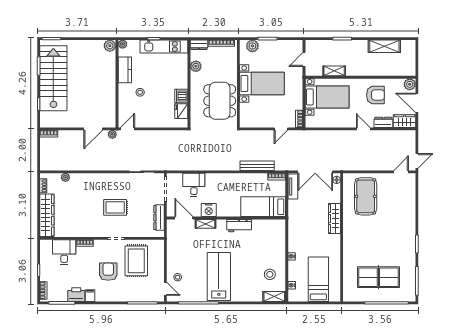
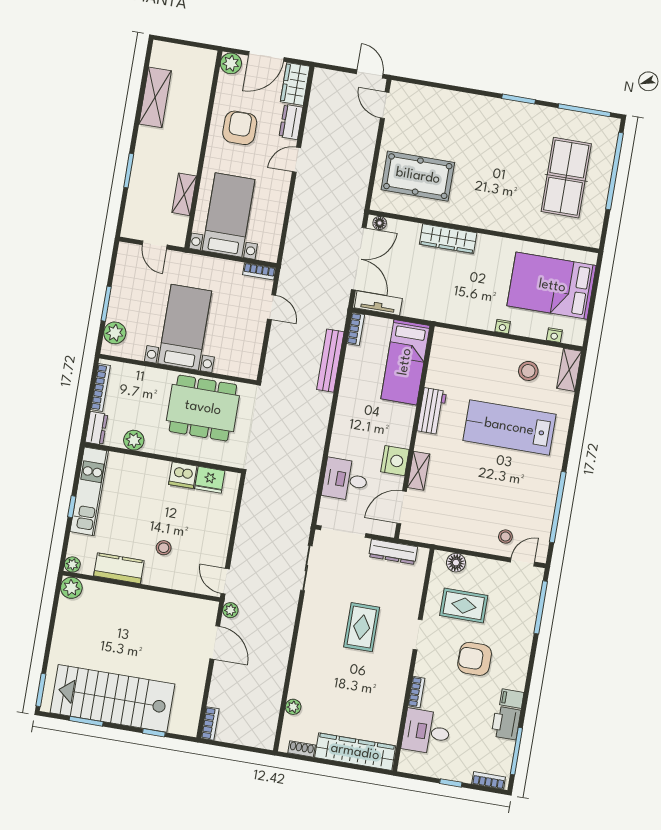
floor lamp: (159, 253) -> (456, 563), added
rug: (136, 261) -> (464, 606), width x0.73, depth x0.70
lab bench: (219, 277) -> (509, 427), moved
bed: (318, 279) -> (552, 286), width x1.50

